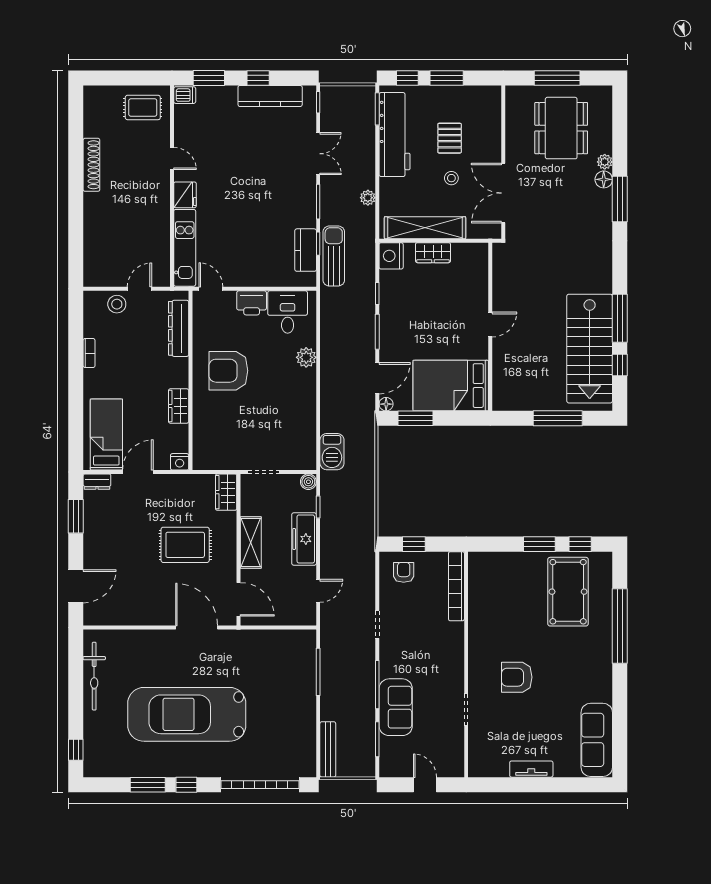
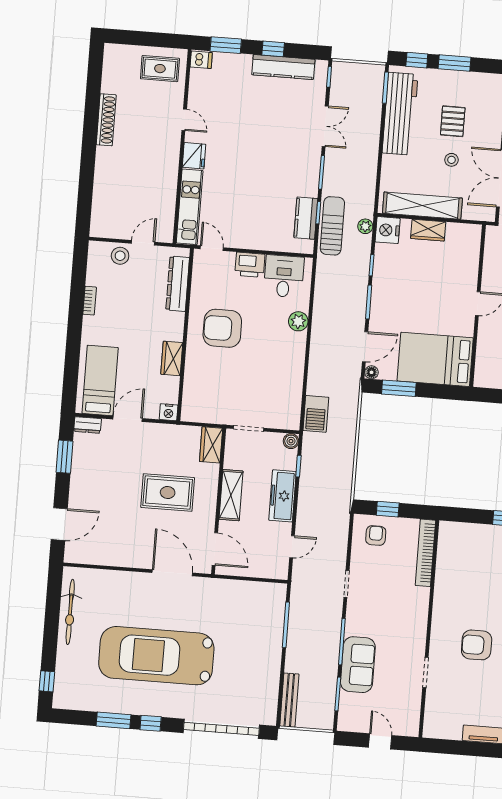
plant: (368, 198) -> (365, 226), moved

